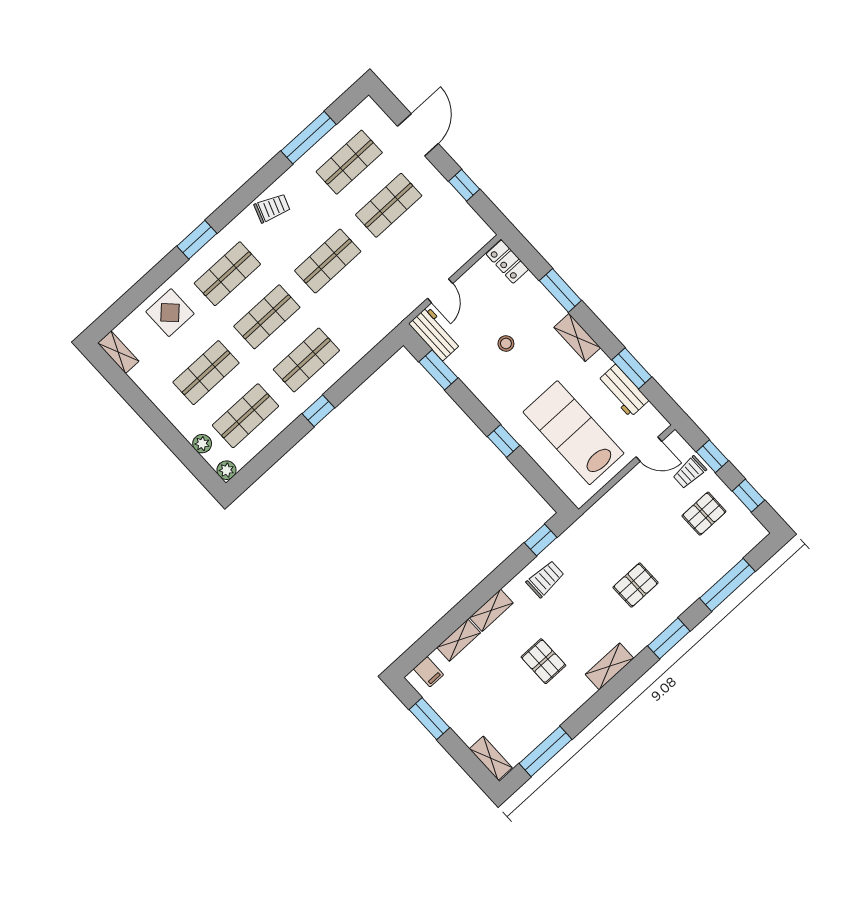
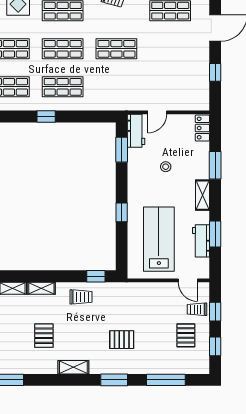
shop shelf: (389, 205) -> (170, 49), removed
pallet: (704, 514) -> (186, 335), turned 90

